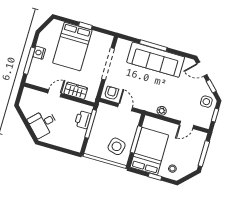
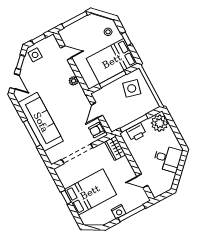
wardrobe: (76, 91) -> (115, 148), moved
door: (54, 93) -> (142, 181), moved
plant: (73, 142) -> (160, 123), added

